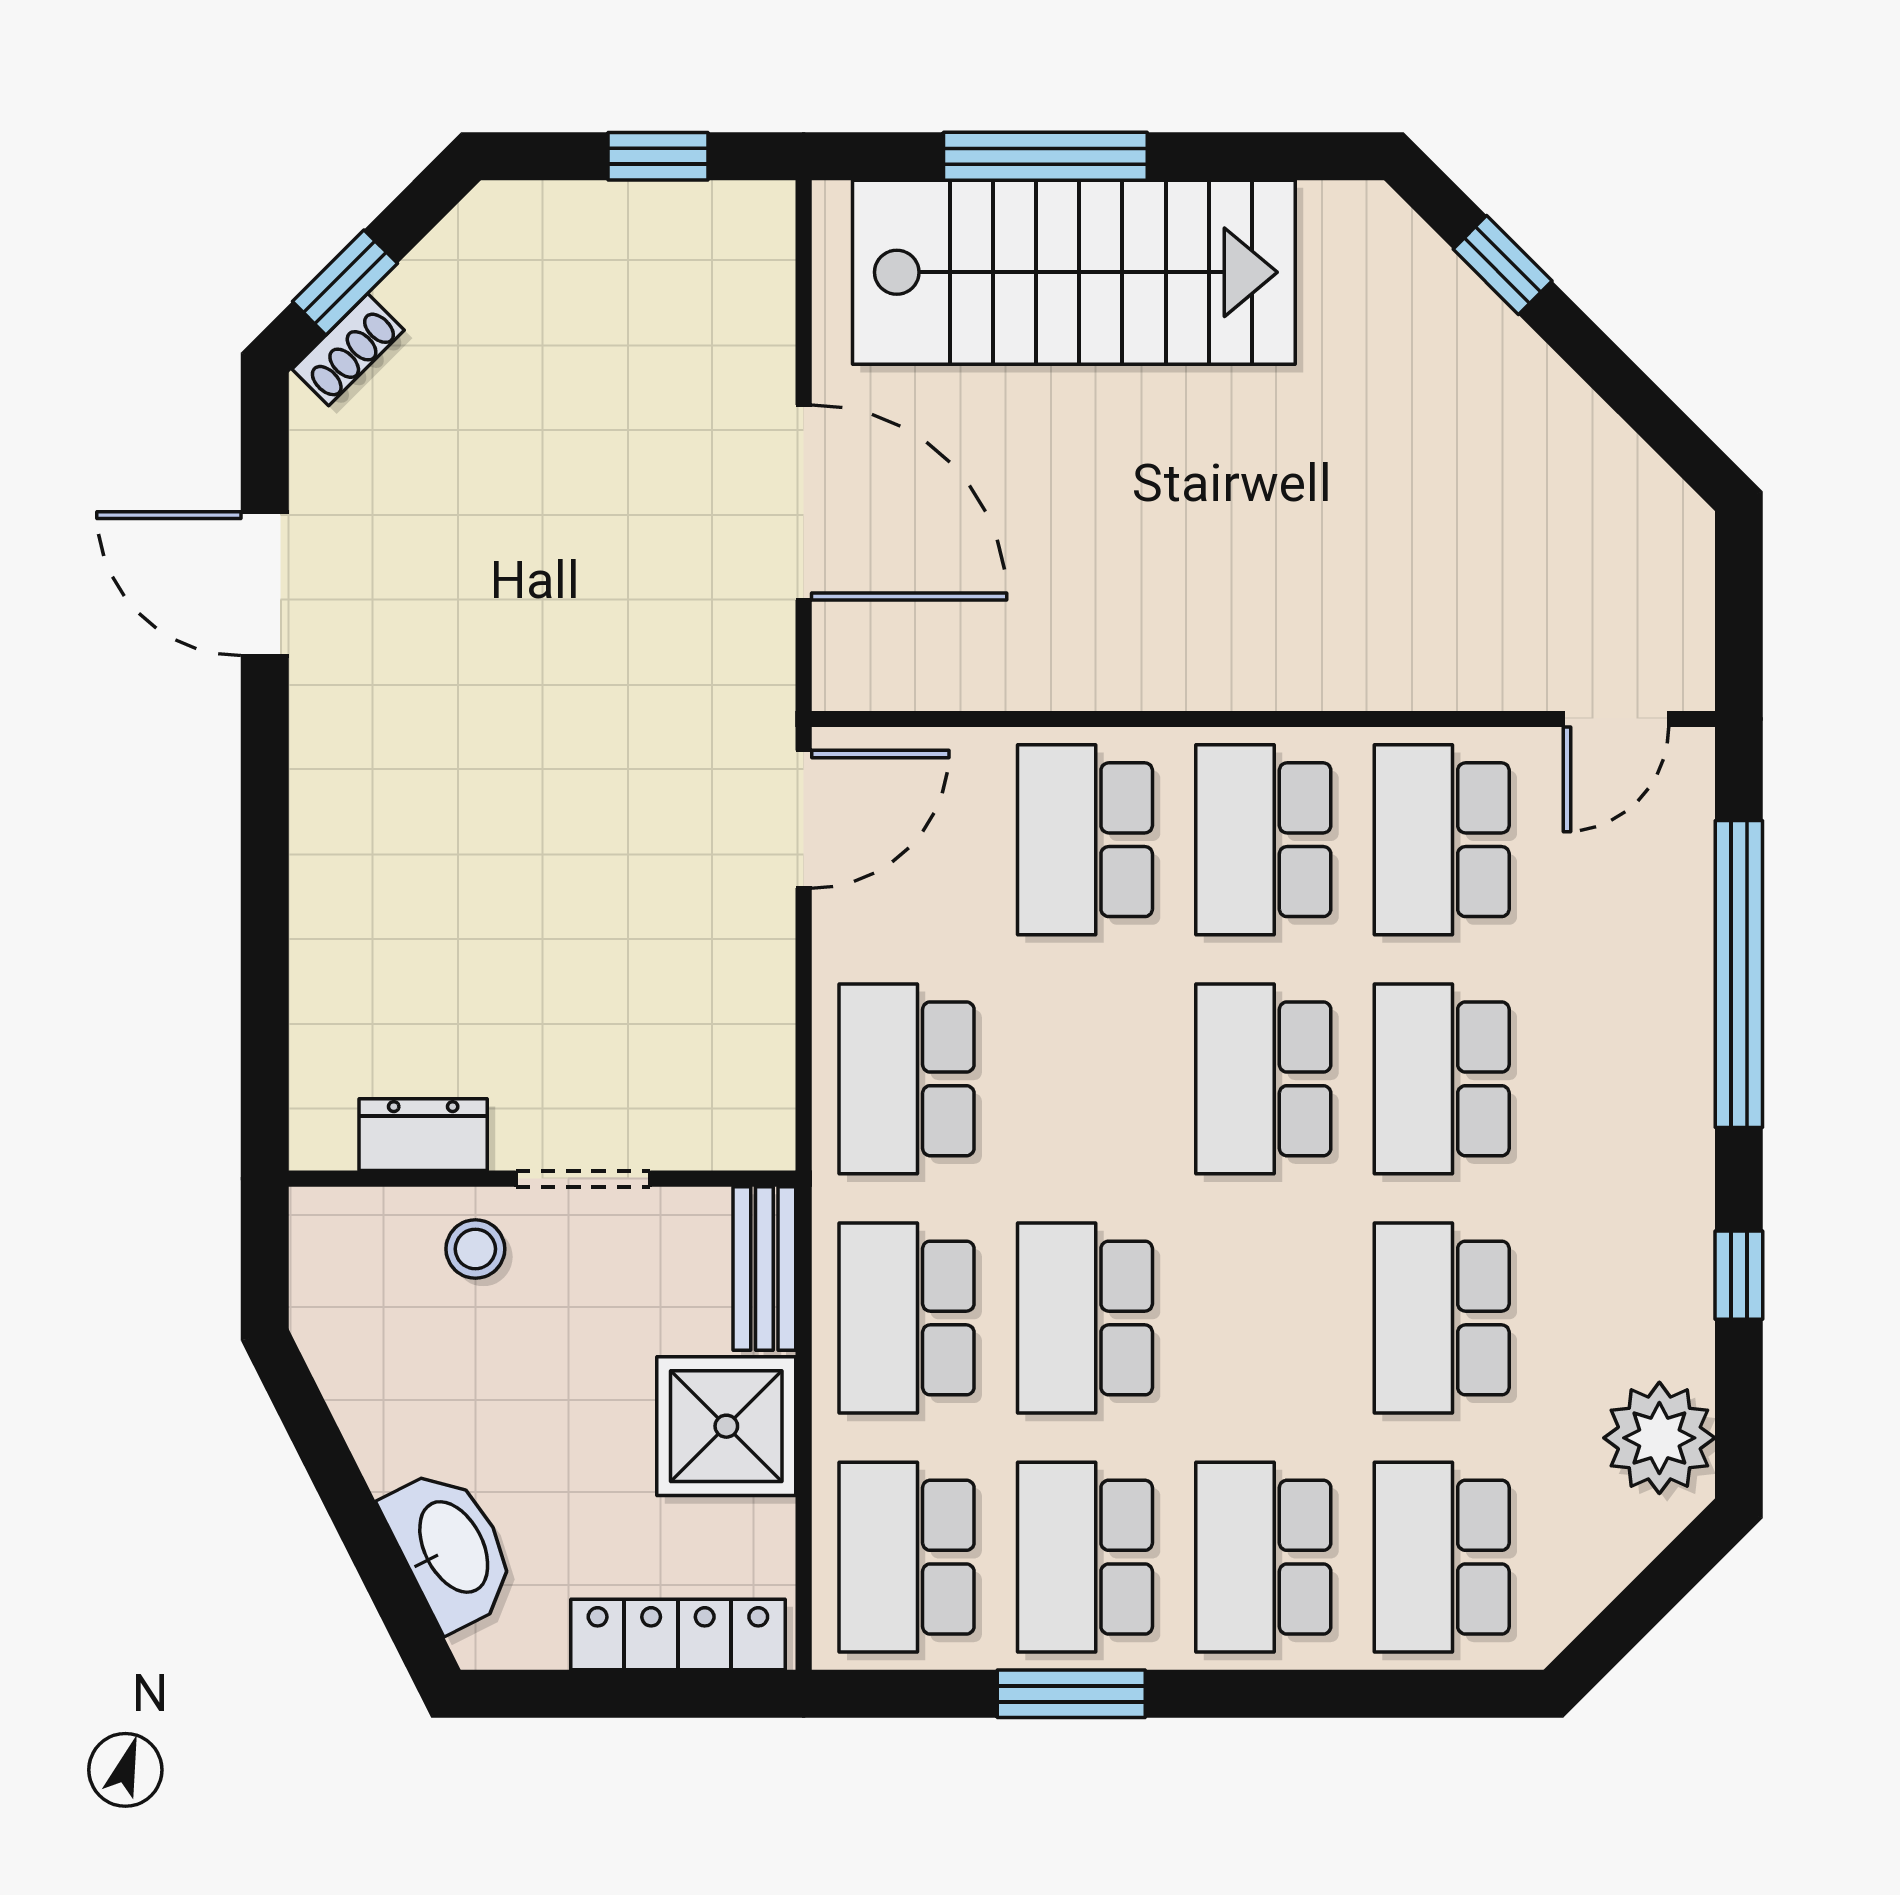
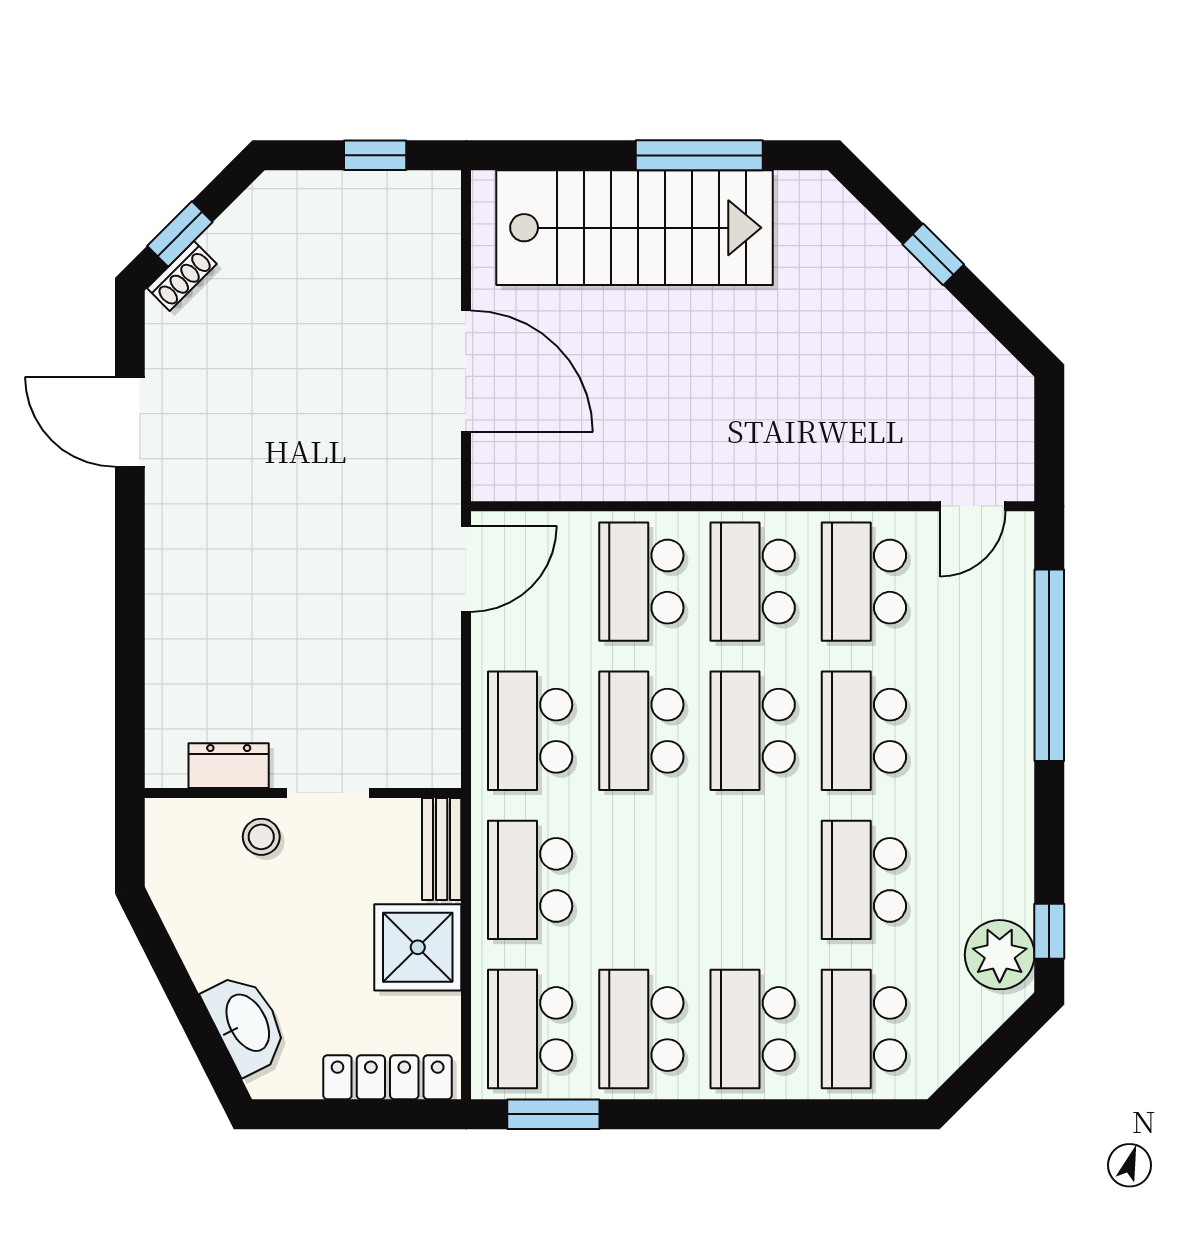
window: (1045, 156) -> (699, 155), moved
window: (1503, 265) -> (933, 254), moved
window: (1739, 1275) -> (1049, 931), moved
school desk: (1085, 1318) -> (641, 731), moved
window: (1071, 1694) -> (553, 1114), moved

